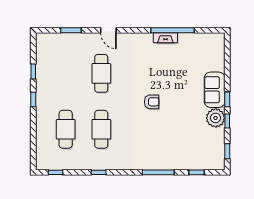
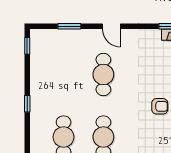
window: (33, 72) -> (27, 46), moved

